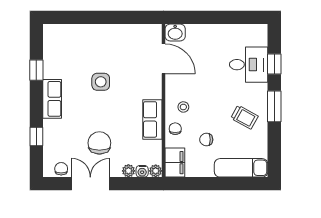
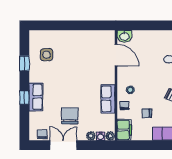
side table: (101, 82) -> (47, 55), moved
row of seats: (52, 99) -> (36, 97), moved
window: (36, 137) -> (24, 98), moved

